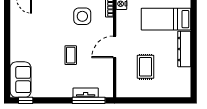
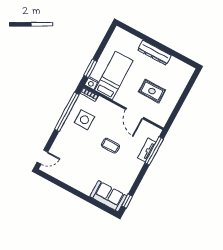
bed: (166, 19) -> (114, 75), moved, turned 180
door: (115, 47) -> (134, 113), moved

